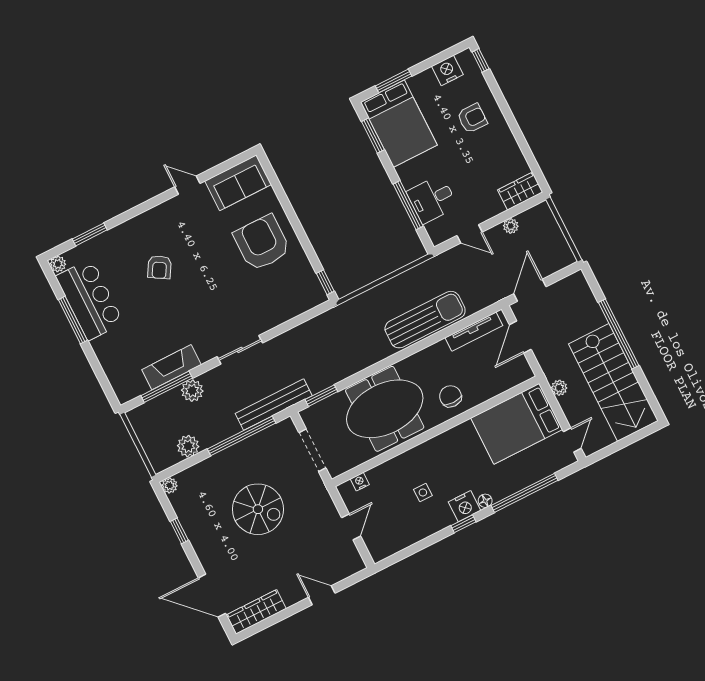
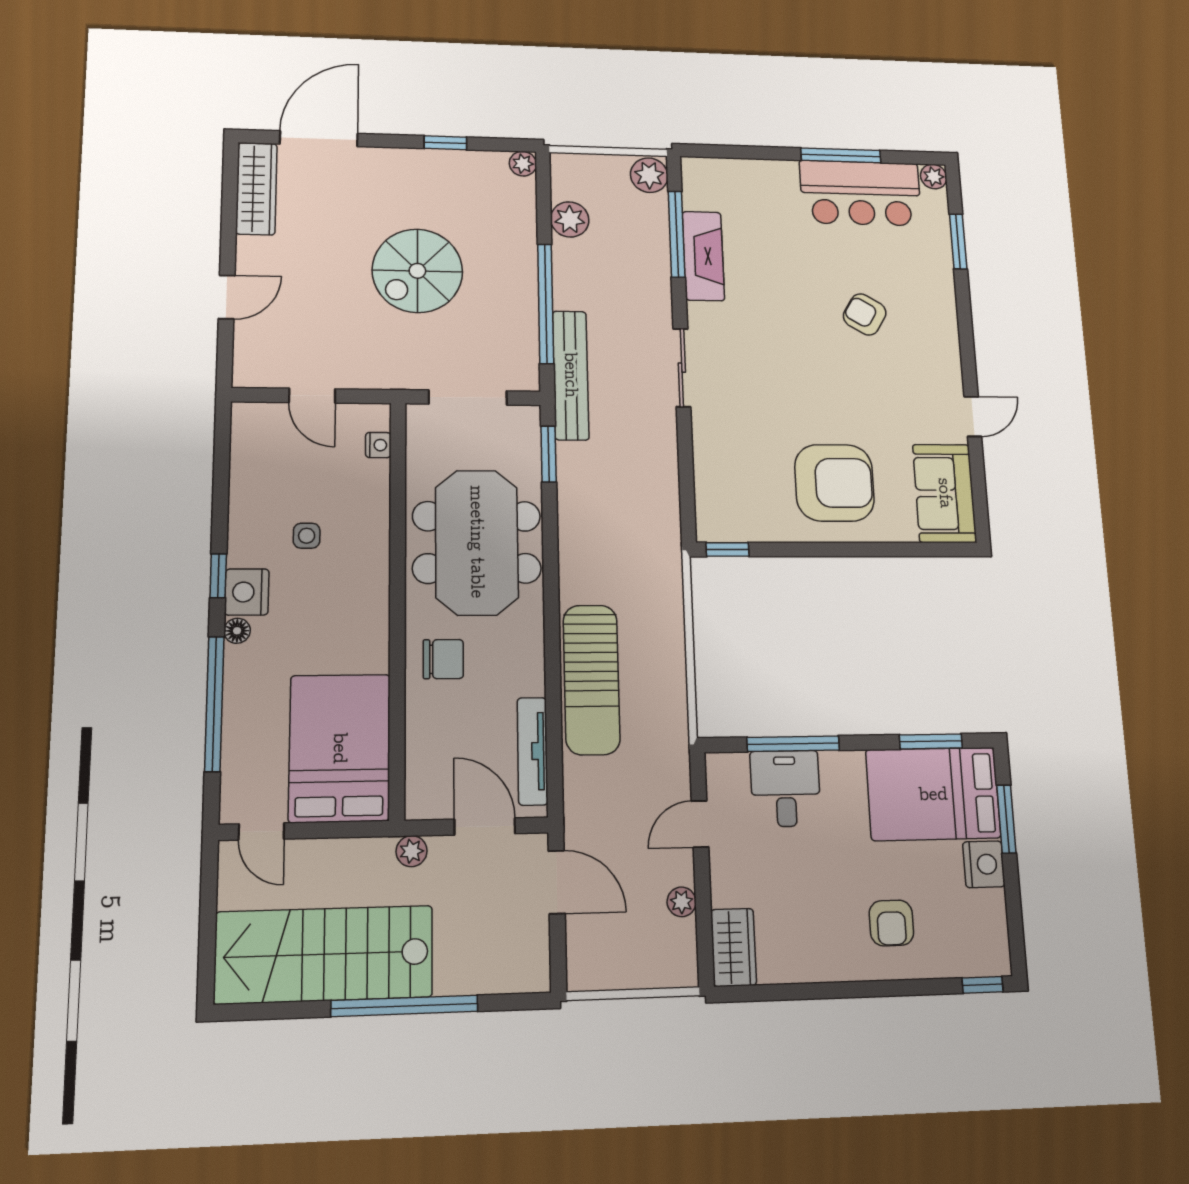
nightstand: (447, 70) -> (984, 864), moved
plant: (559, 388) -> (412, 851), moved
plant: (192, 391) -> (649, 175), moved

